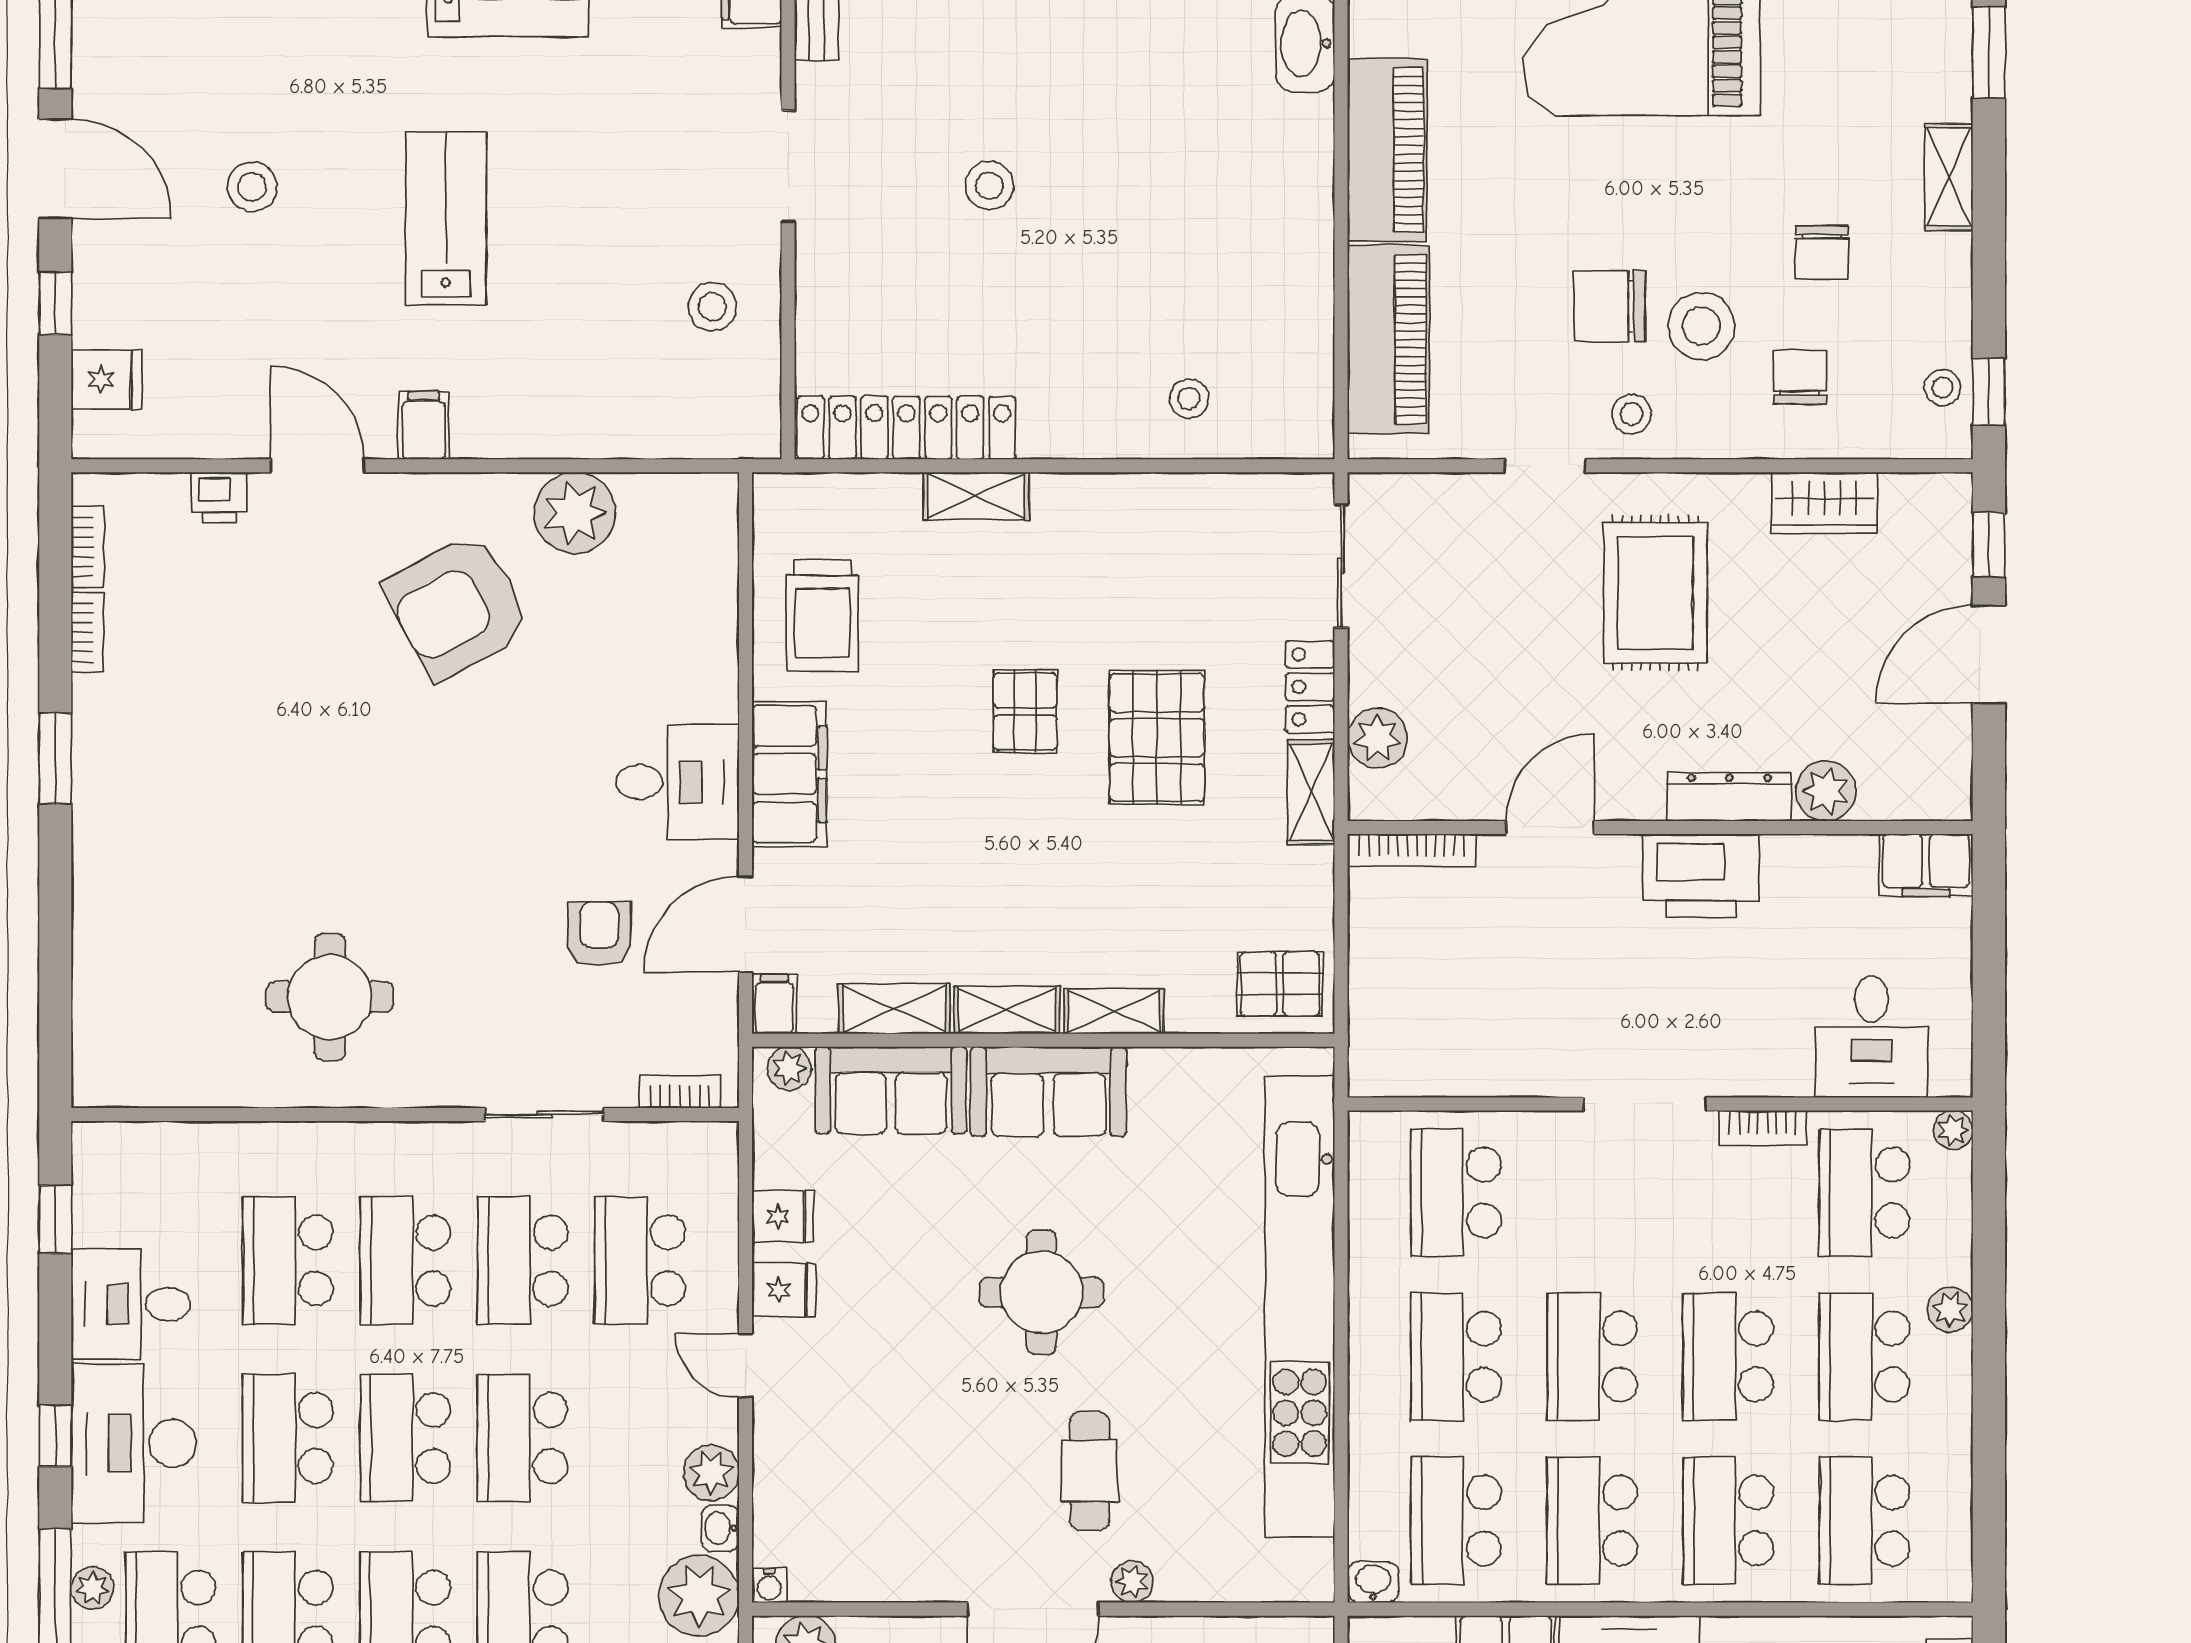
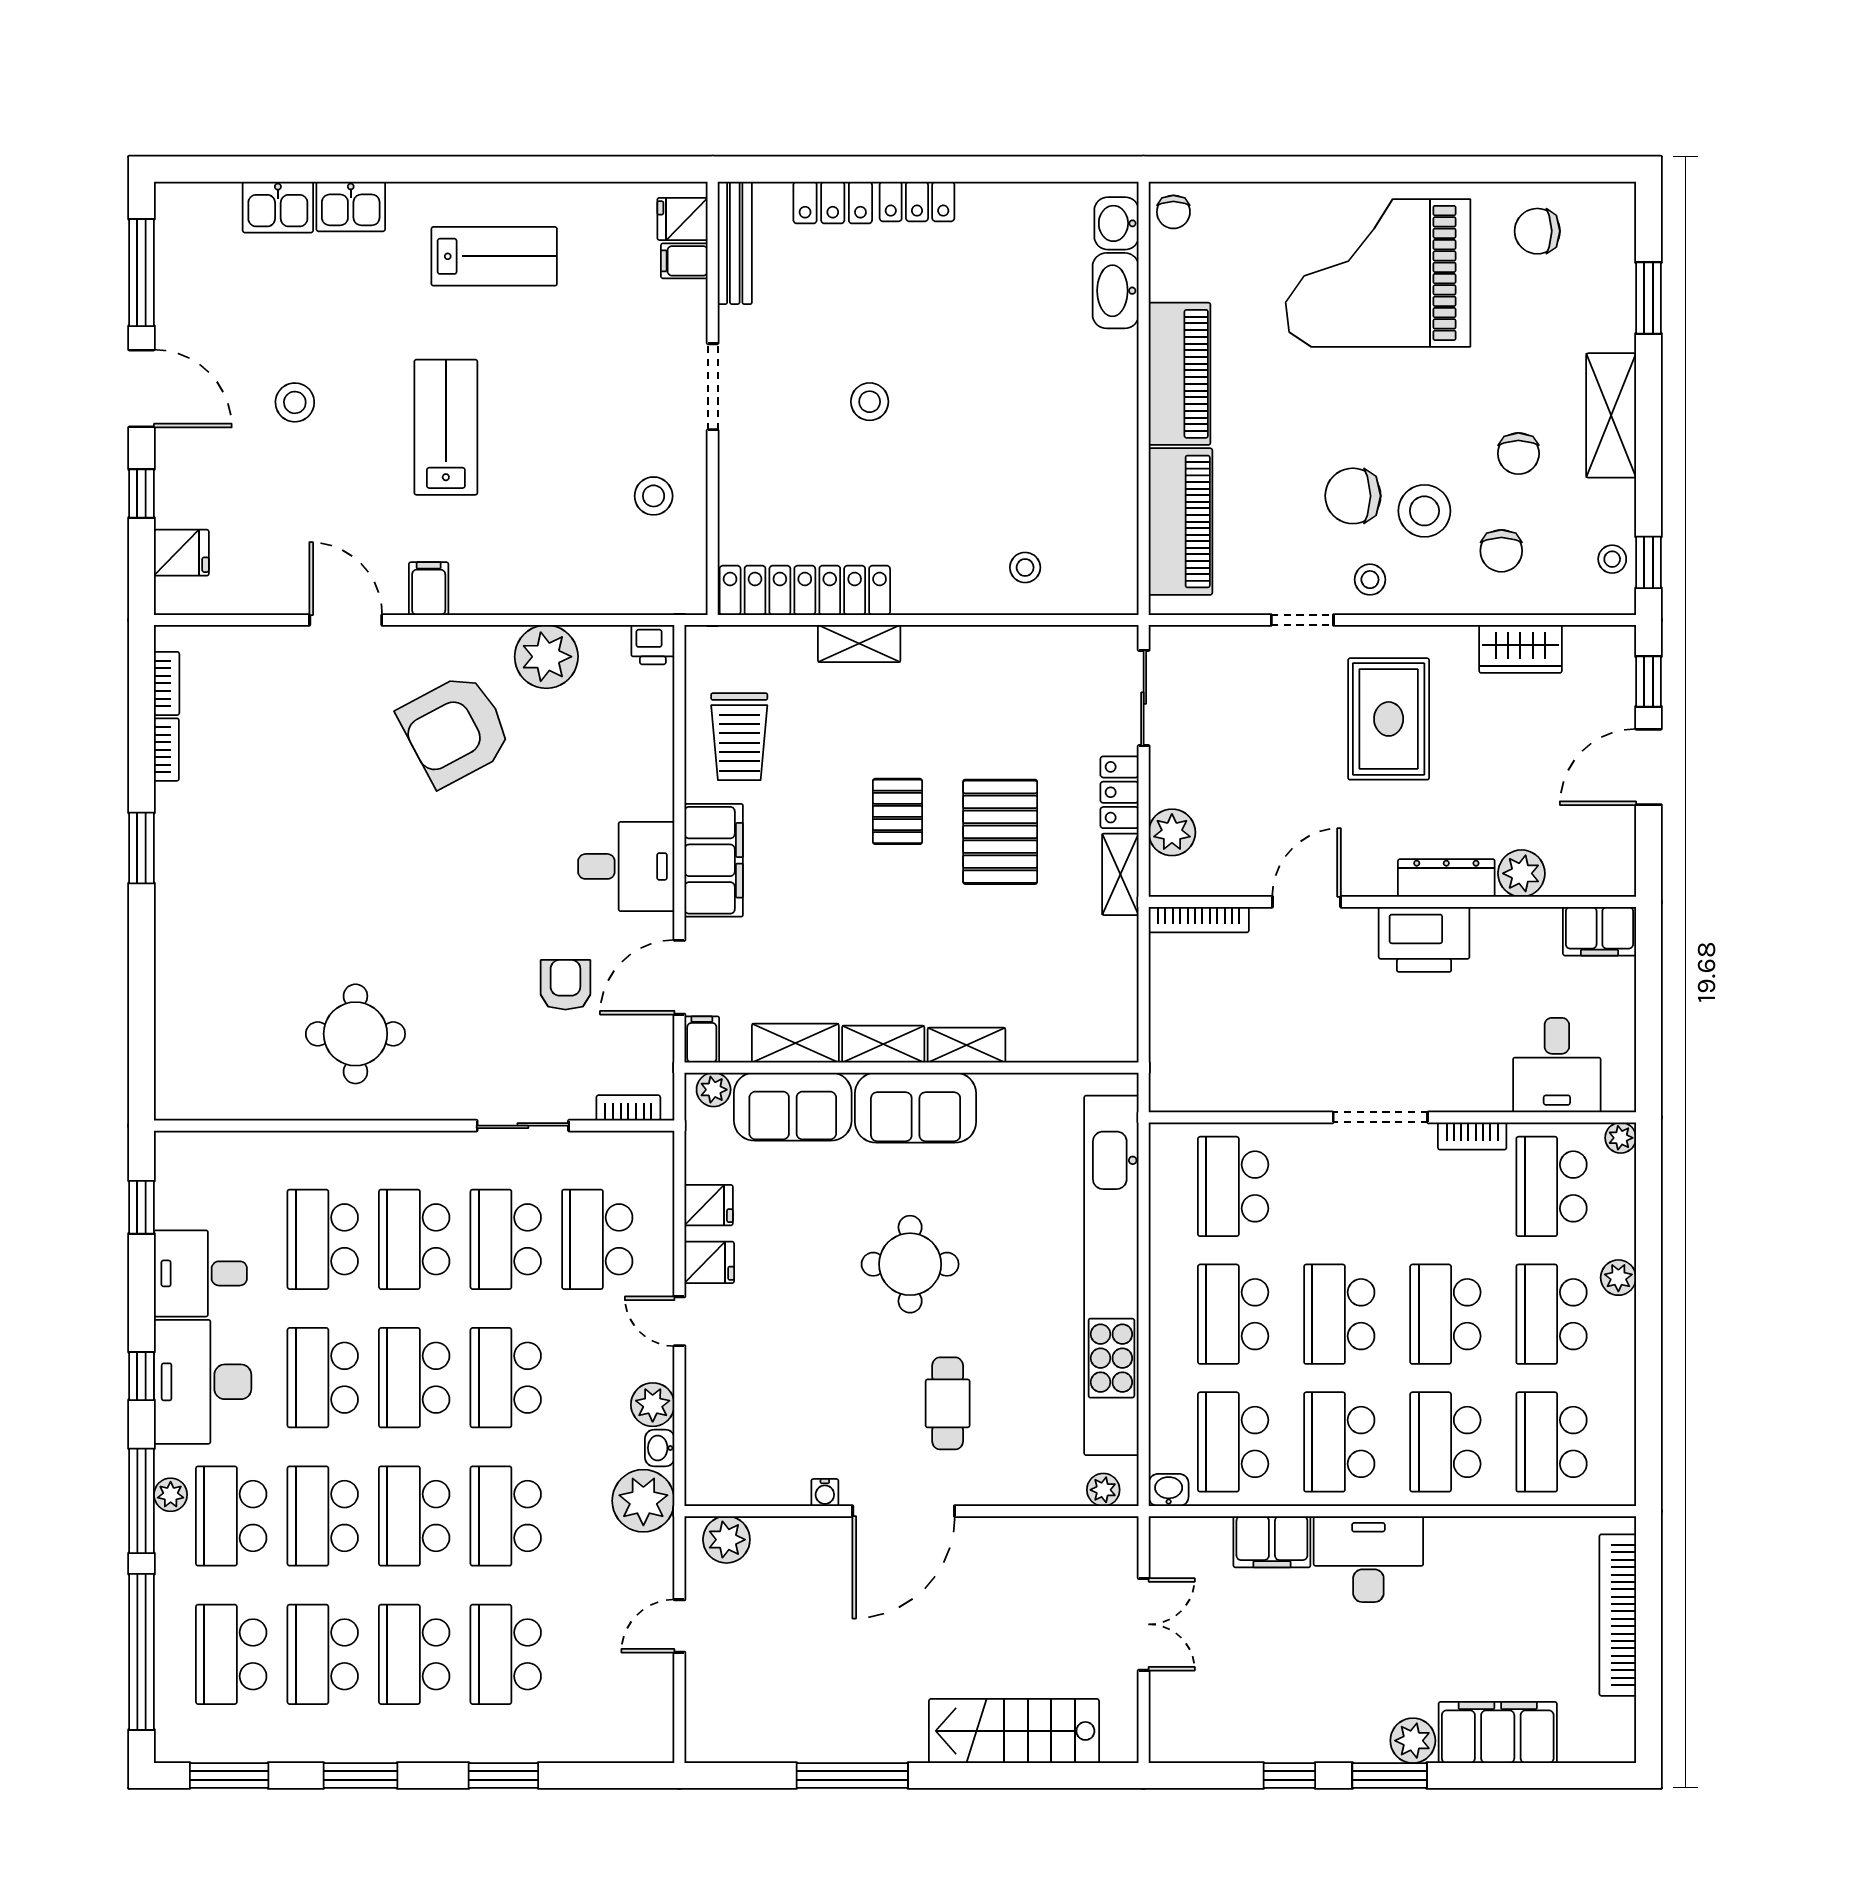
shelving: (1949, 177) -> (1611, 415), width x1.50, depth x1.33
chair: (1800, 377) -> (1501, 551), turned 180
printer: (219, 497) -> (653, 645), moved
pallet: (1280, 984) -> (1096, 1024), removed
plant: (1132, 1582) -> (1103, 1490), moved
water cooler: (769, 1585) -> (825, 1493), moved

